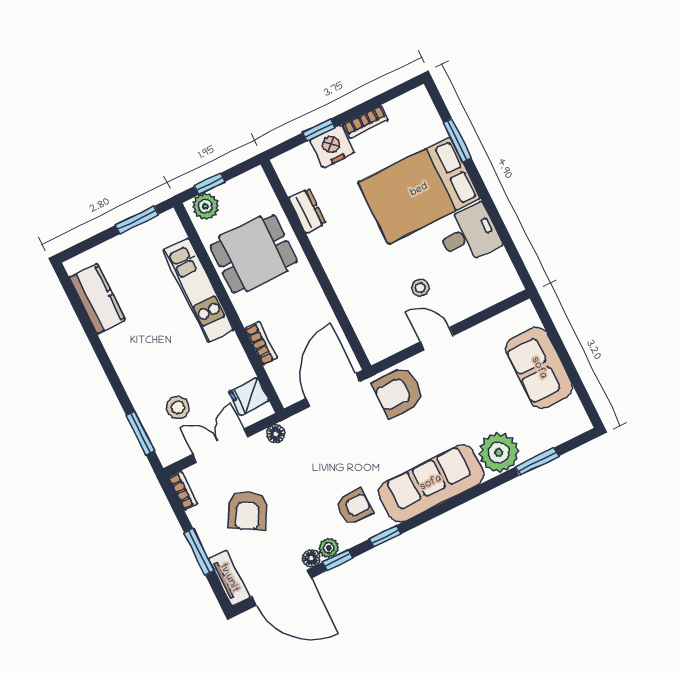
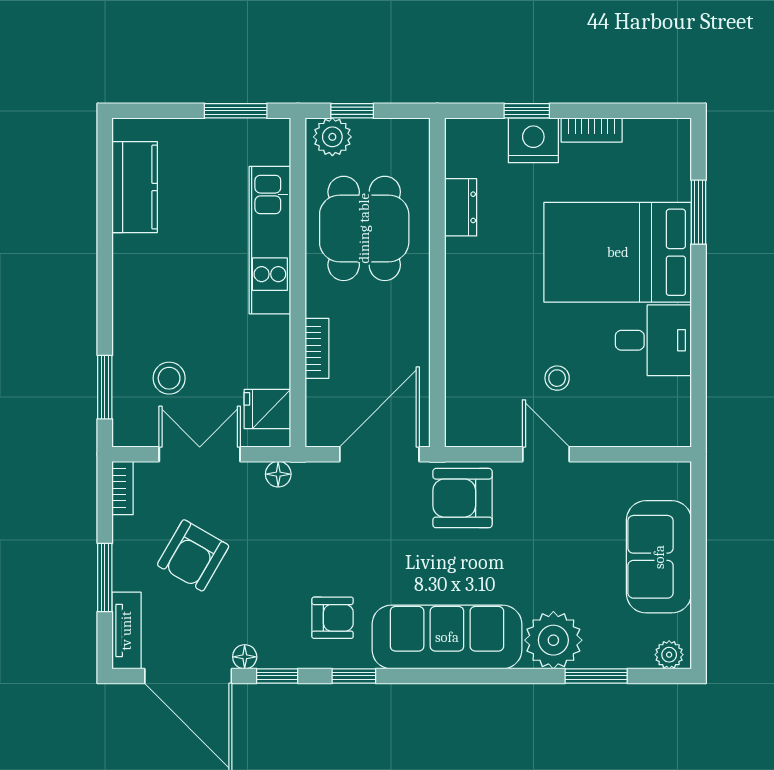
dining table: (254, 254) -> (364, 228), turned 90
plant: (329, 548) -> (669, 655), moved

